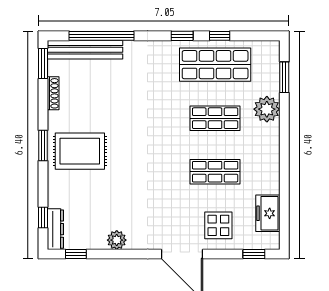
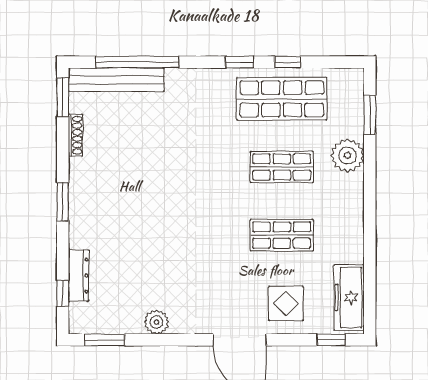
rug: (80, 151) -> (110, 209), removed
freezer: (268, 213) -> (349, 297), width x1.40
dresser: (55, 229) -> (79, 276), moved
window: (76, 254) -> (105, 340), width x1.50

